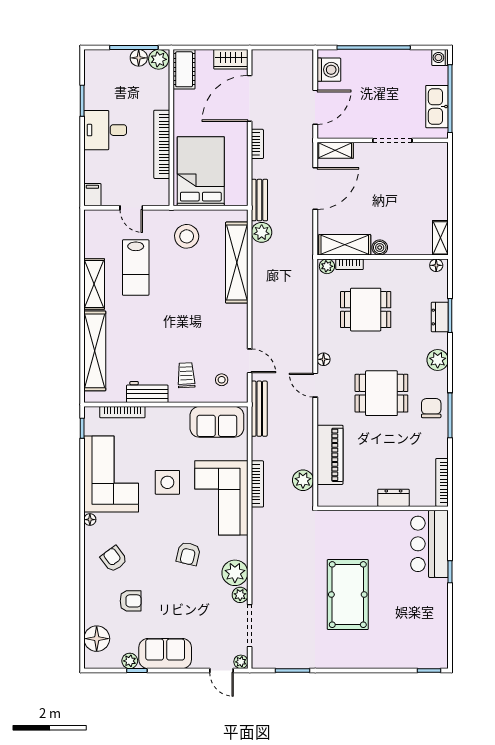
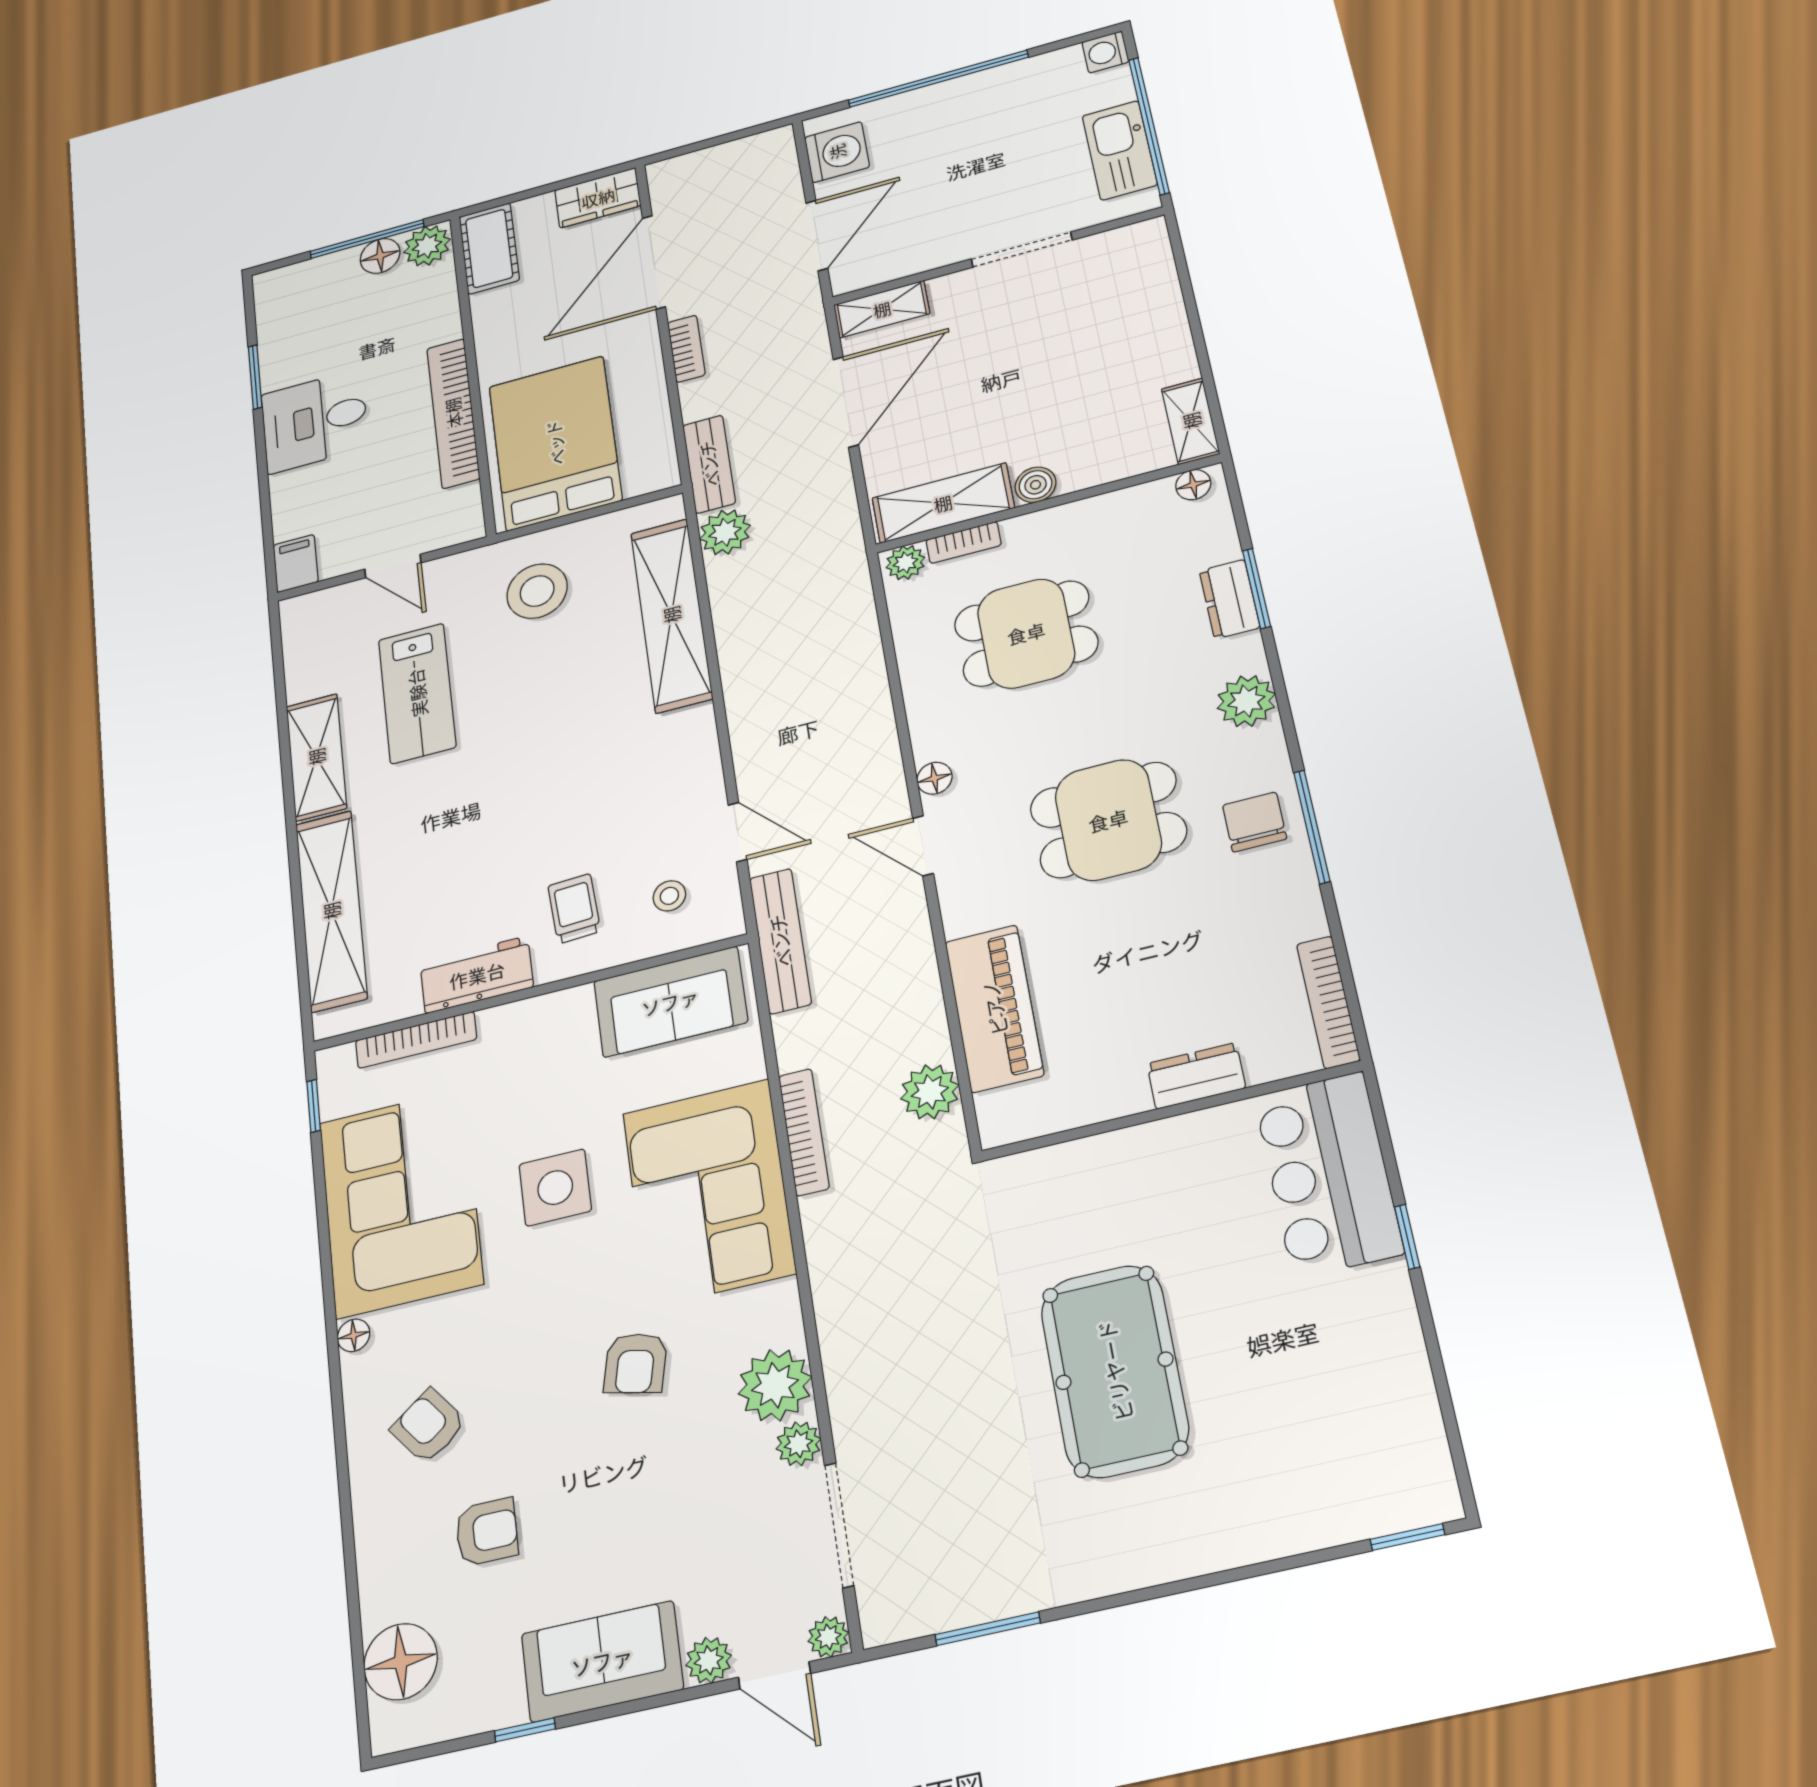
plant: (130, 661) -> (709, 1660), moved

